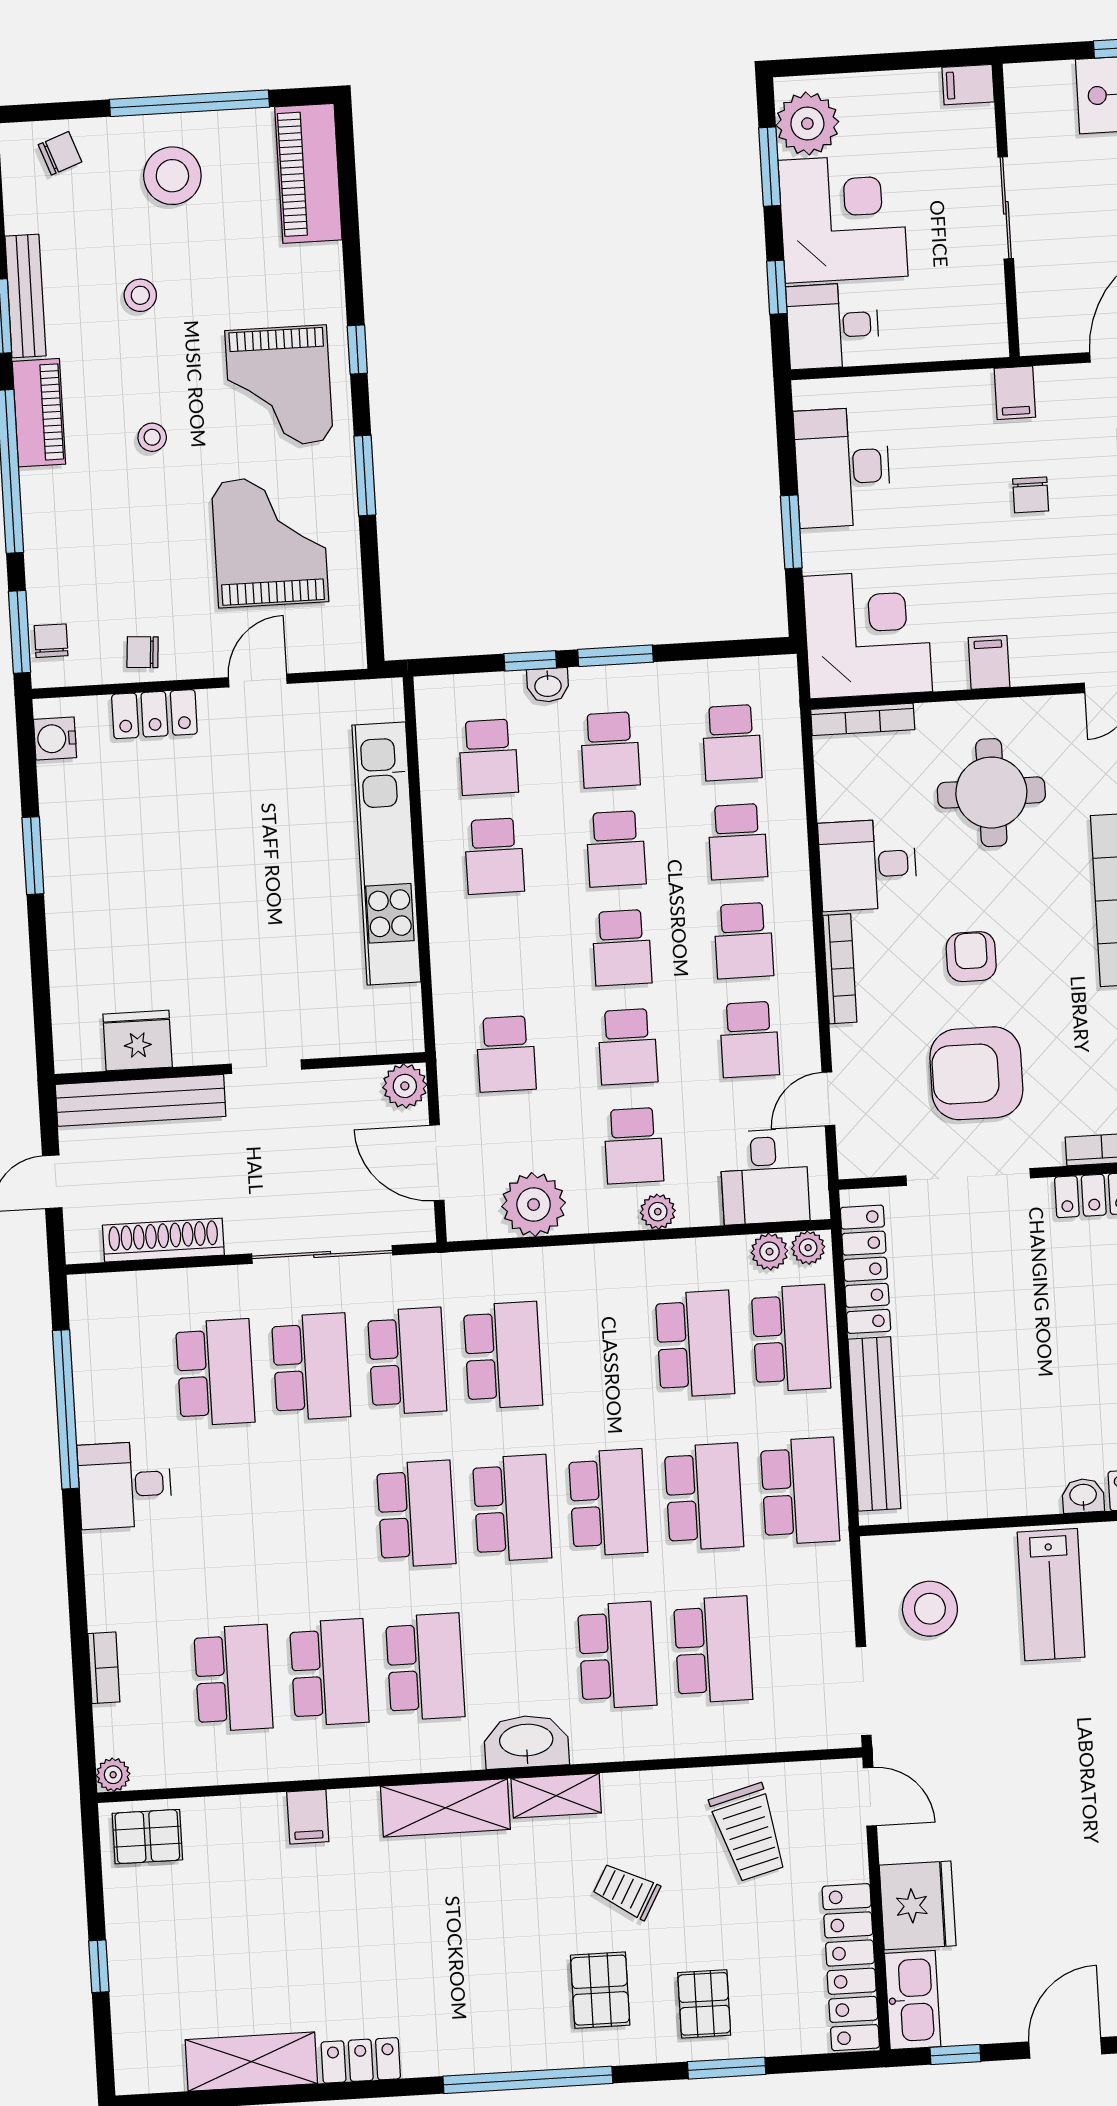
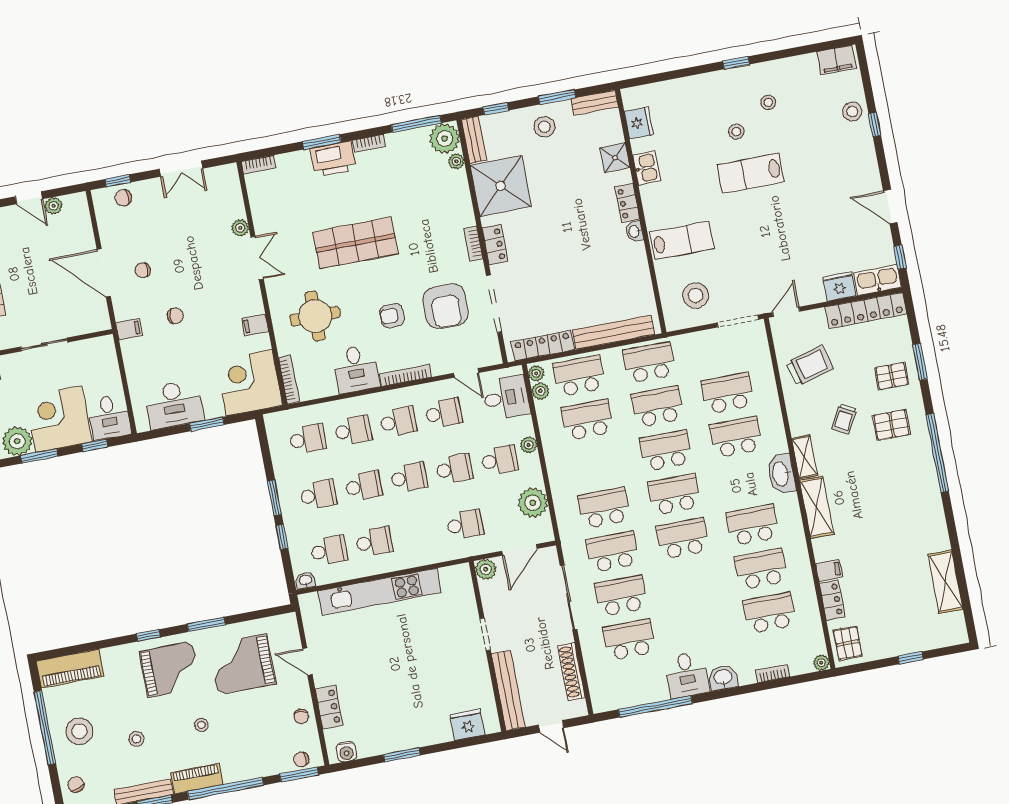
washbasin: (548, 685) -> (306, 580), moved, turned -90
fridge: (138, 1041) -> (468, 725), moved, turned 90
washbasin: (108, 1561) -> (723, 678), added
fridge: (918, 1905) -> (839, 287), width x0.73, depth x0.75
locker: (361, 2060) -> (832, 600), moved, turned 180

